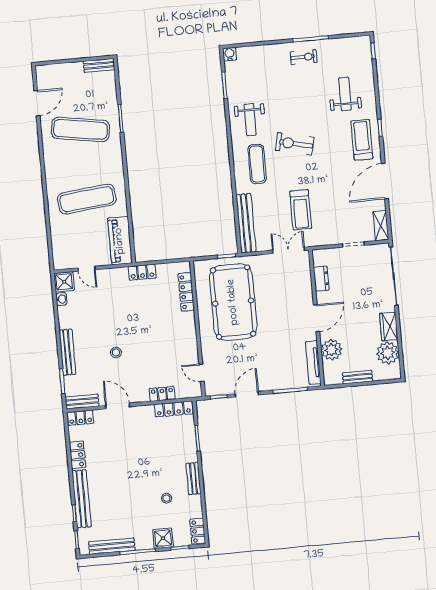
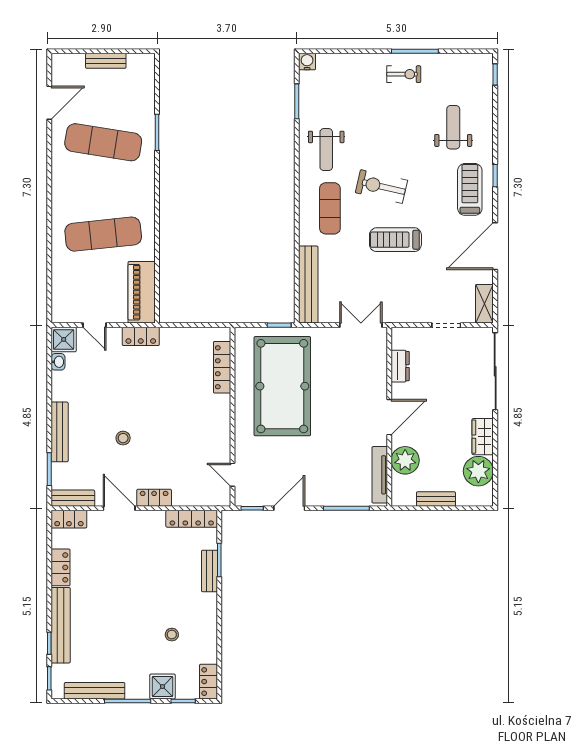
bench: (99, 65) -> (106, 61), moved
treadmill: (301, 210) -> (395, 240), moved, turned 90
locker: (142, 272) -> (141, 336), moved
locker: (162, 394) -> (154, 498), moved
bench: (194, 479) -> (210, 571), moved

